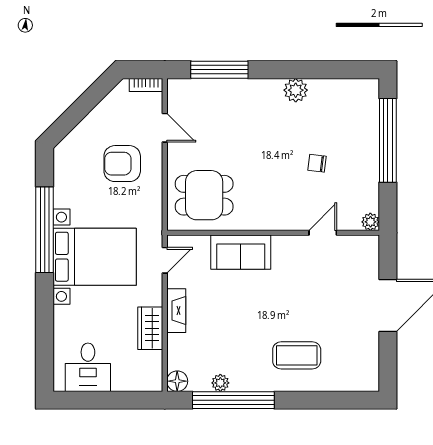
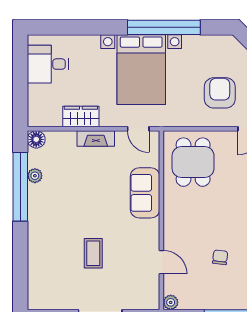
coffee table: (297, 355) -> (93, 253), moved, width x0.73, depth x0.77

